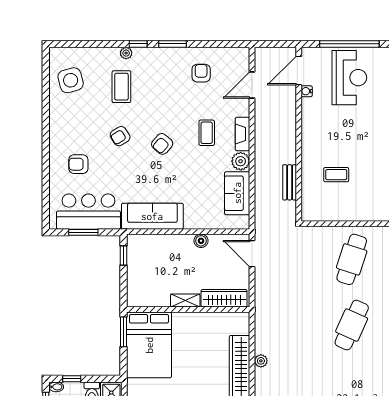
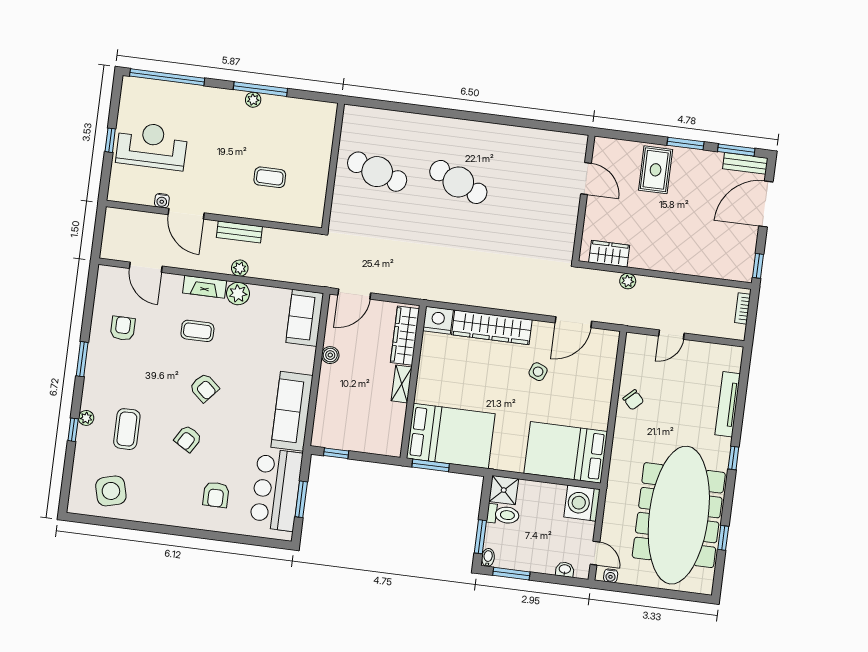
window: (138, 44) -> (73, 430), moved
window: (349, 44) -> (110, 140), width x0.32
door: (299, 70) -> (186, 214), moved
armchair: (201, 73) -> (123, 328), turned 90
coffee table: (121, 87) -> (127, 429), turned 90
armchair: (120, 136) -> (188, 439), turned 63
coffee table: (336, 175) -> (270, 177), turned 90
bench: (290, 182) -> (239, 232), moved
sofa: (237, 193) -> (305, 318), moved, turned 90
nightstand: (240, 323) -> (438, 320), added
plant: (261, 361) -> (240, 268), moved
window: (72, 379) -> (480, 537), width x1.50

